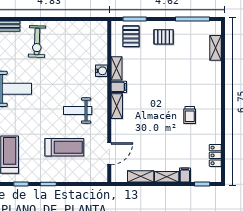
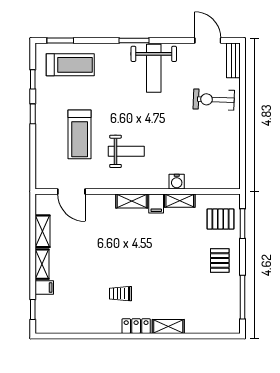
shelving: (216, 48) -> (168, 326), moved
weight bench: (78, 111) -> (126, 151), turned 90
locker: (215, 155) -> (136, 326), moved

